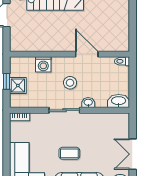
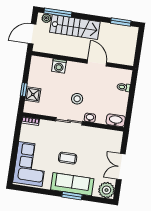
wall: (70, 54) -> (82, 61), moved
door: (87, 54) -> (97, 63), moved
washing machine: (43, 64) -> (59, 66), moved

